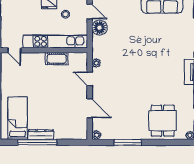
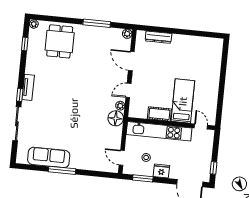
floor lamp: (100, 28) -> (116, 118), moved
door: (90, 79) -> (128, 90), swing flipped
bed: (18, 118) -> (183, 101), moved, turned 180
dresser: (41, 135) -> (158, 37), moved
window: (37, 142) -> (187, 32), removed

